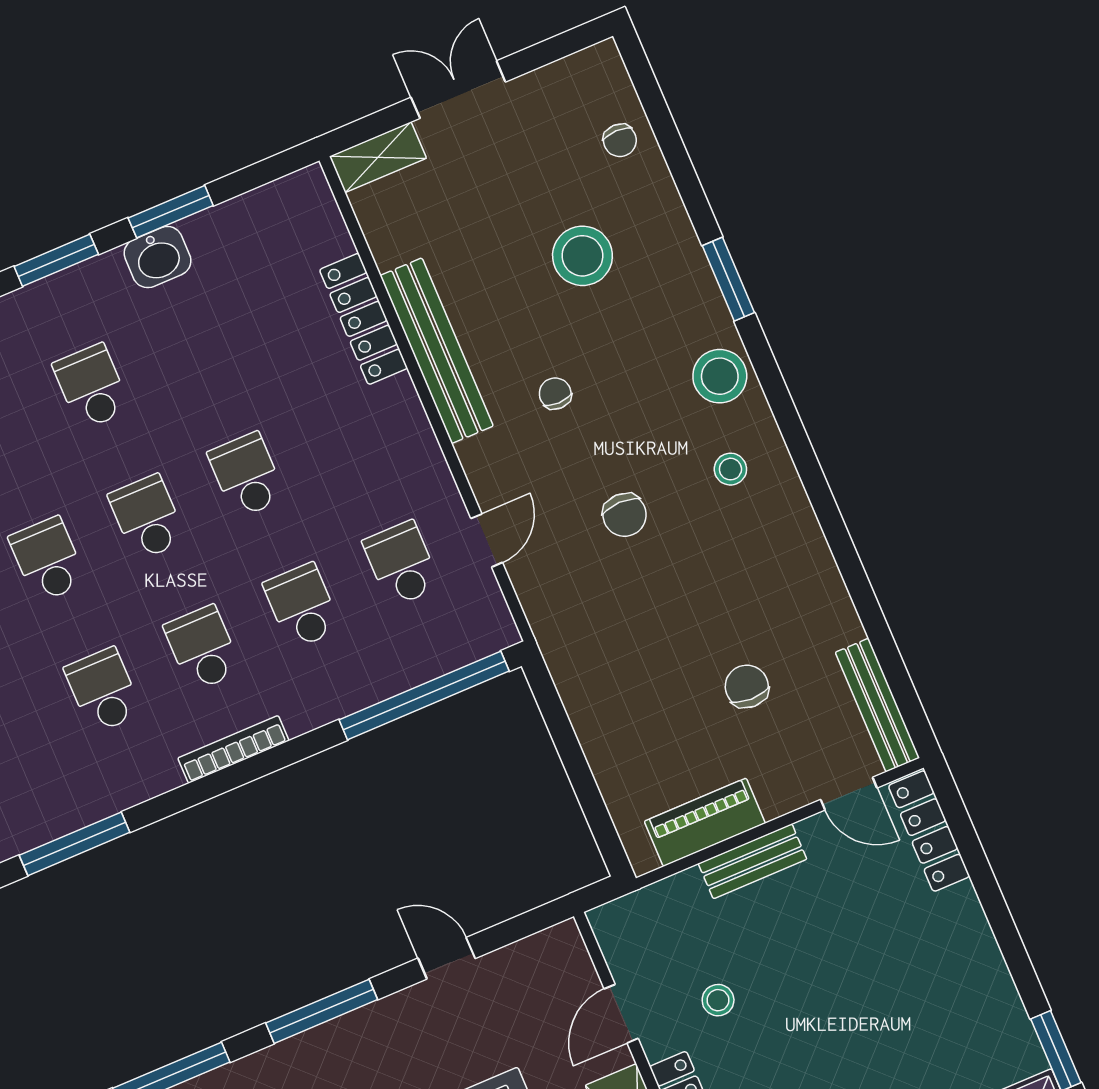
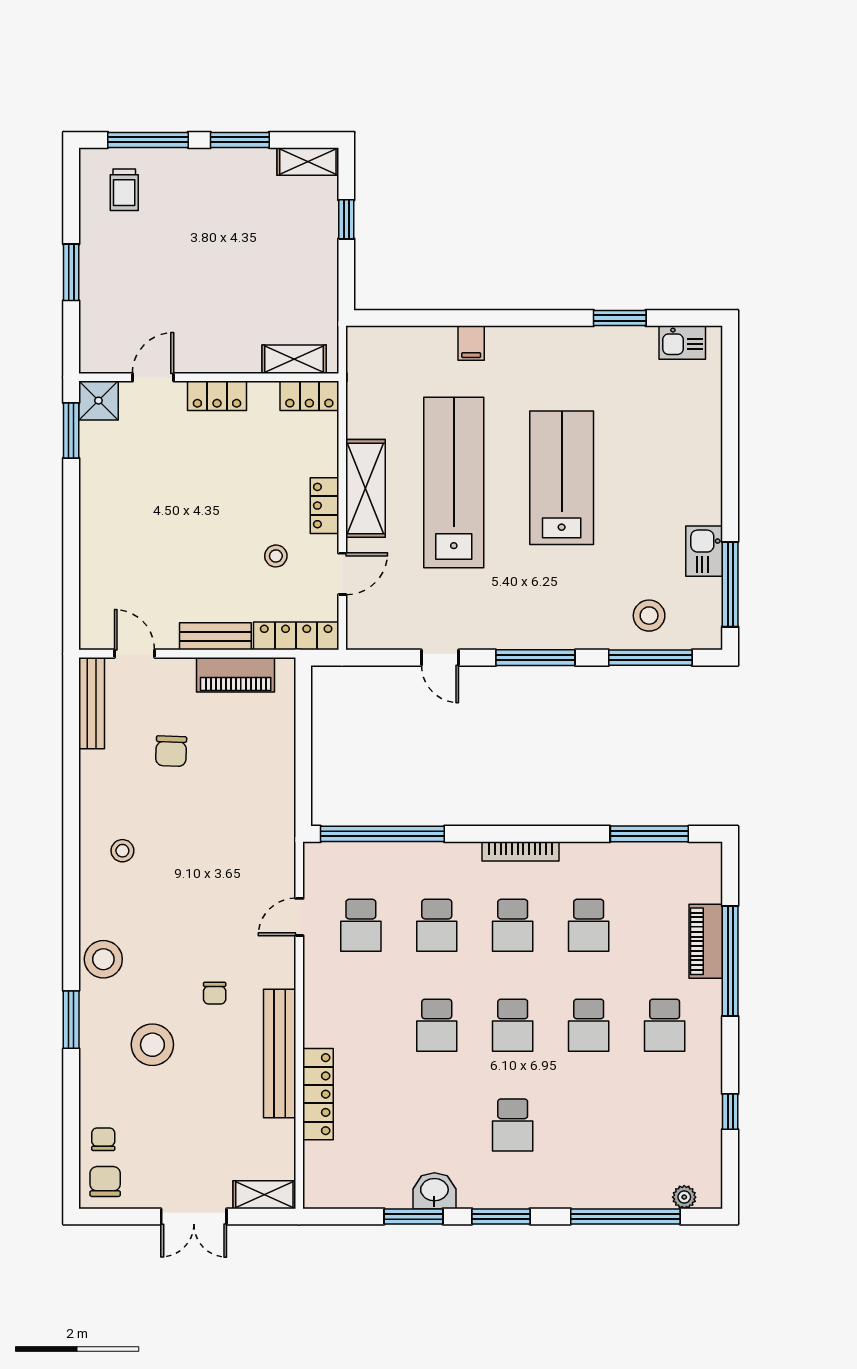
stool: (582, 256) -> (152, 1045), moved
stool: (730, 469) -> (122, 851), moved
chair: (625, 515) -> (105, 1181), moved
locker: (929, 831) -> (296, 636), moved, turned -90

